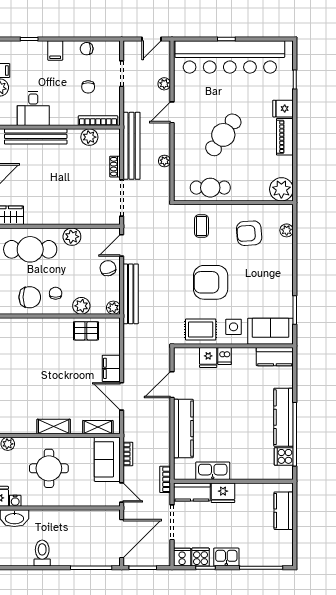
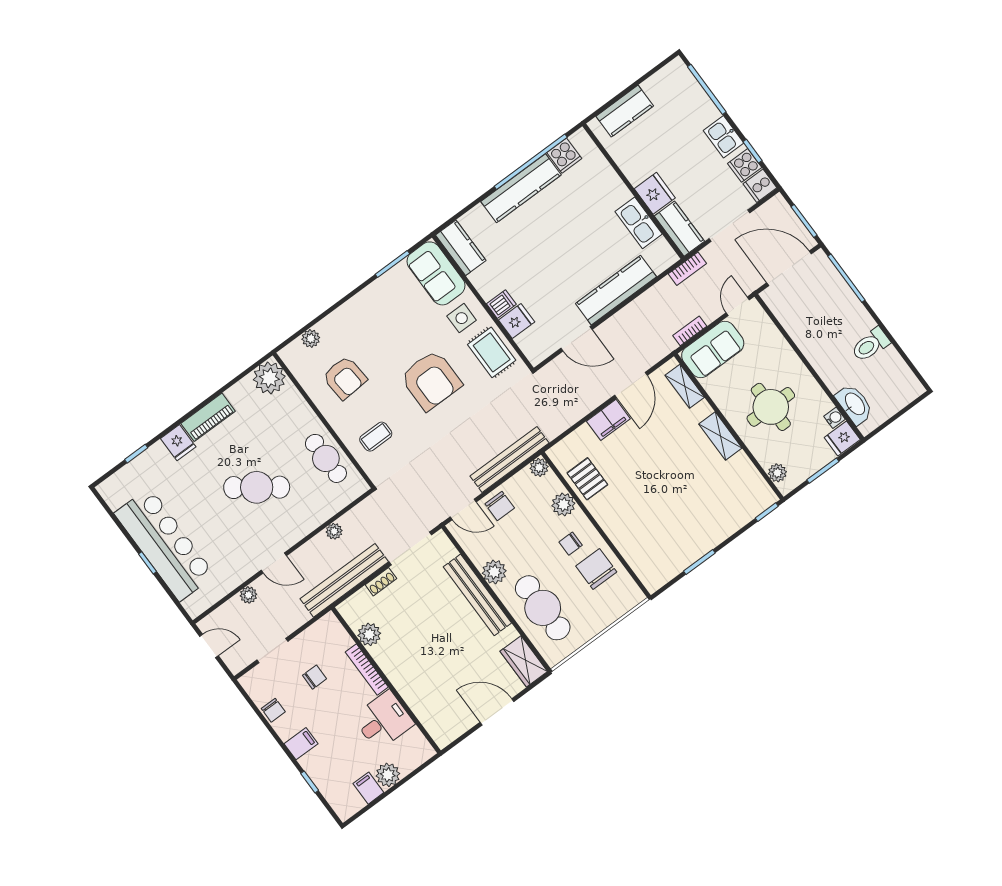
bar counter: (230, 57) -> (165, 544), width x0.73
bookcase: (98, 121) -> (367, 670), moved
bench: (36, 136) -> (477, 595), moved
chair: (108, 268) -> (500, 506), turned -74

